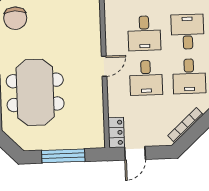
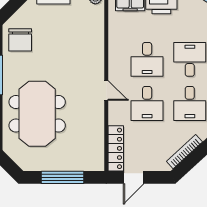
door: (104, 66) -> (106, 90), hinge flipped
locker: (116, 132) -> (116, 148), width x1.53

